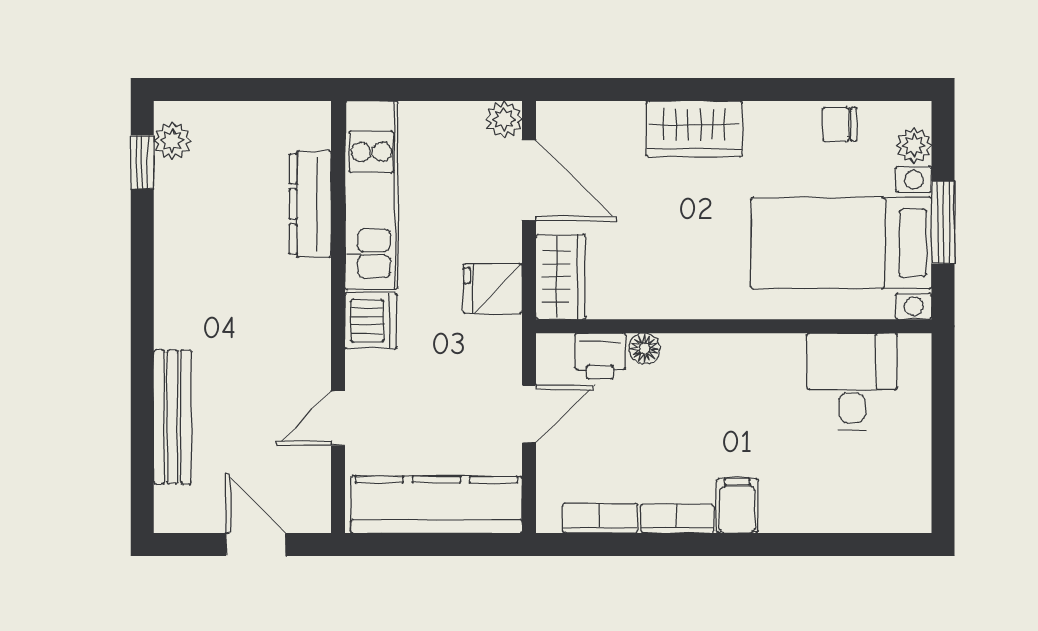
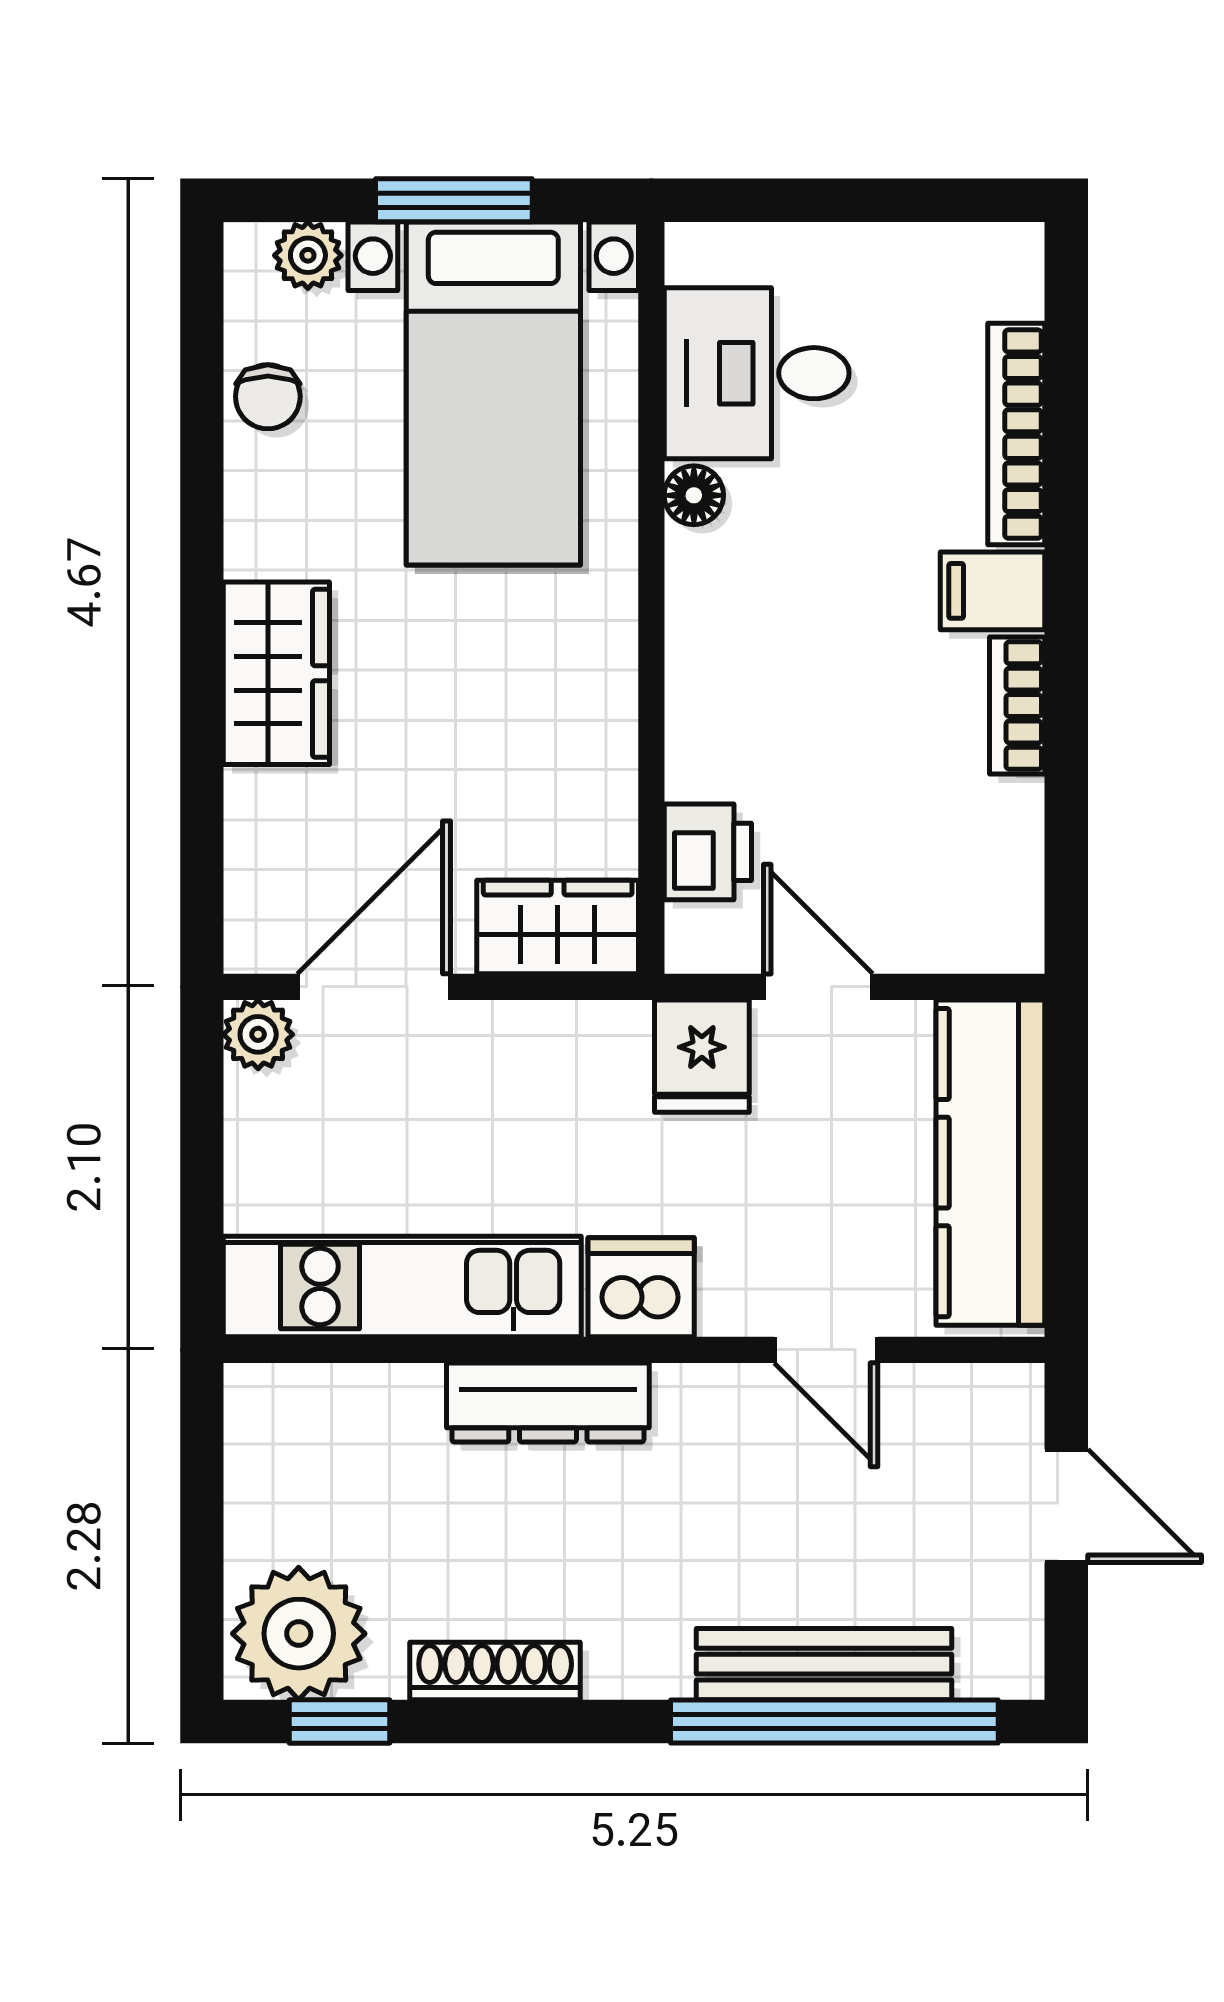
plant: (172, 141) -> (299, 1634), width x1.88, depth x1.88
dresser: (310, 204) -> (548, 1402), moved
shoe rack: (169, 244) -> (495, 1671), added
fridge: (493, 288) -> (702, 1056), moved
floor lamp: (644, 349) -> (694, 495), moved
window: (142, 422) -> (834, 1722), added
bookcase: (600, 518) -> (1016, 434), moved, width x1.56
door: (256, 545) -> (1066, 1506), swing flipped

